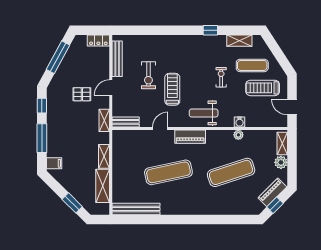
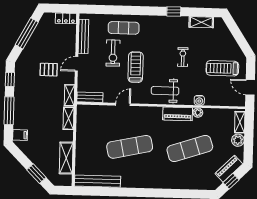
exercise mat: (252, 65) -> (124, 28), moved
piano: (190, 137) -> (178, 114), moved
shelving: (104, 156) -> (69, 118), moved

